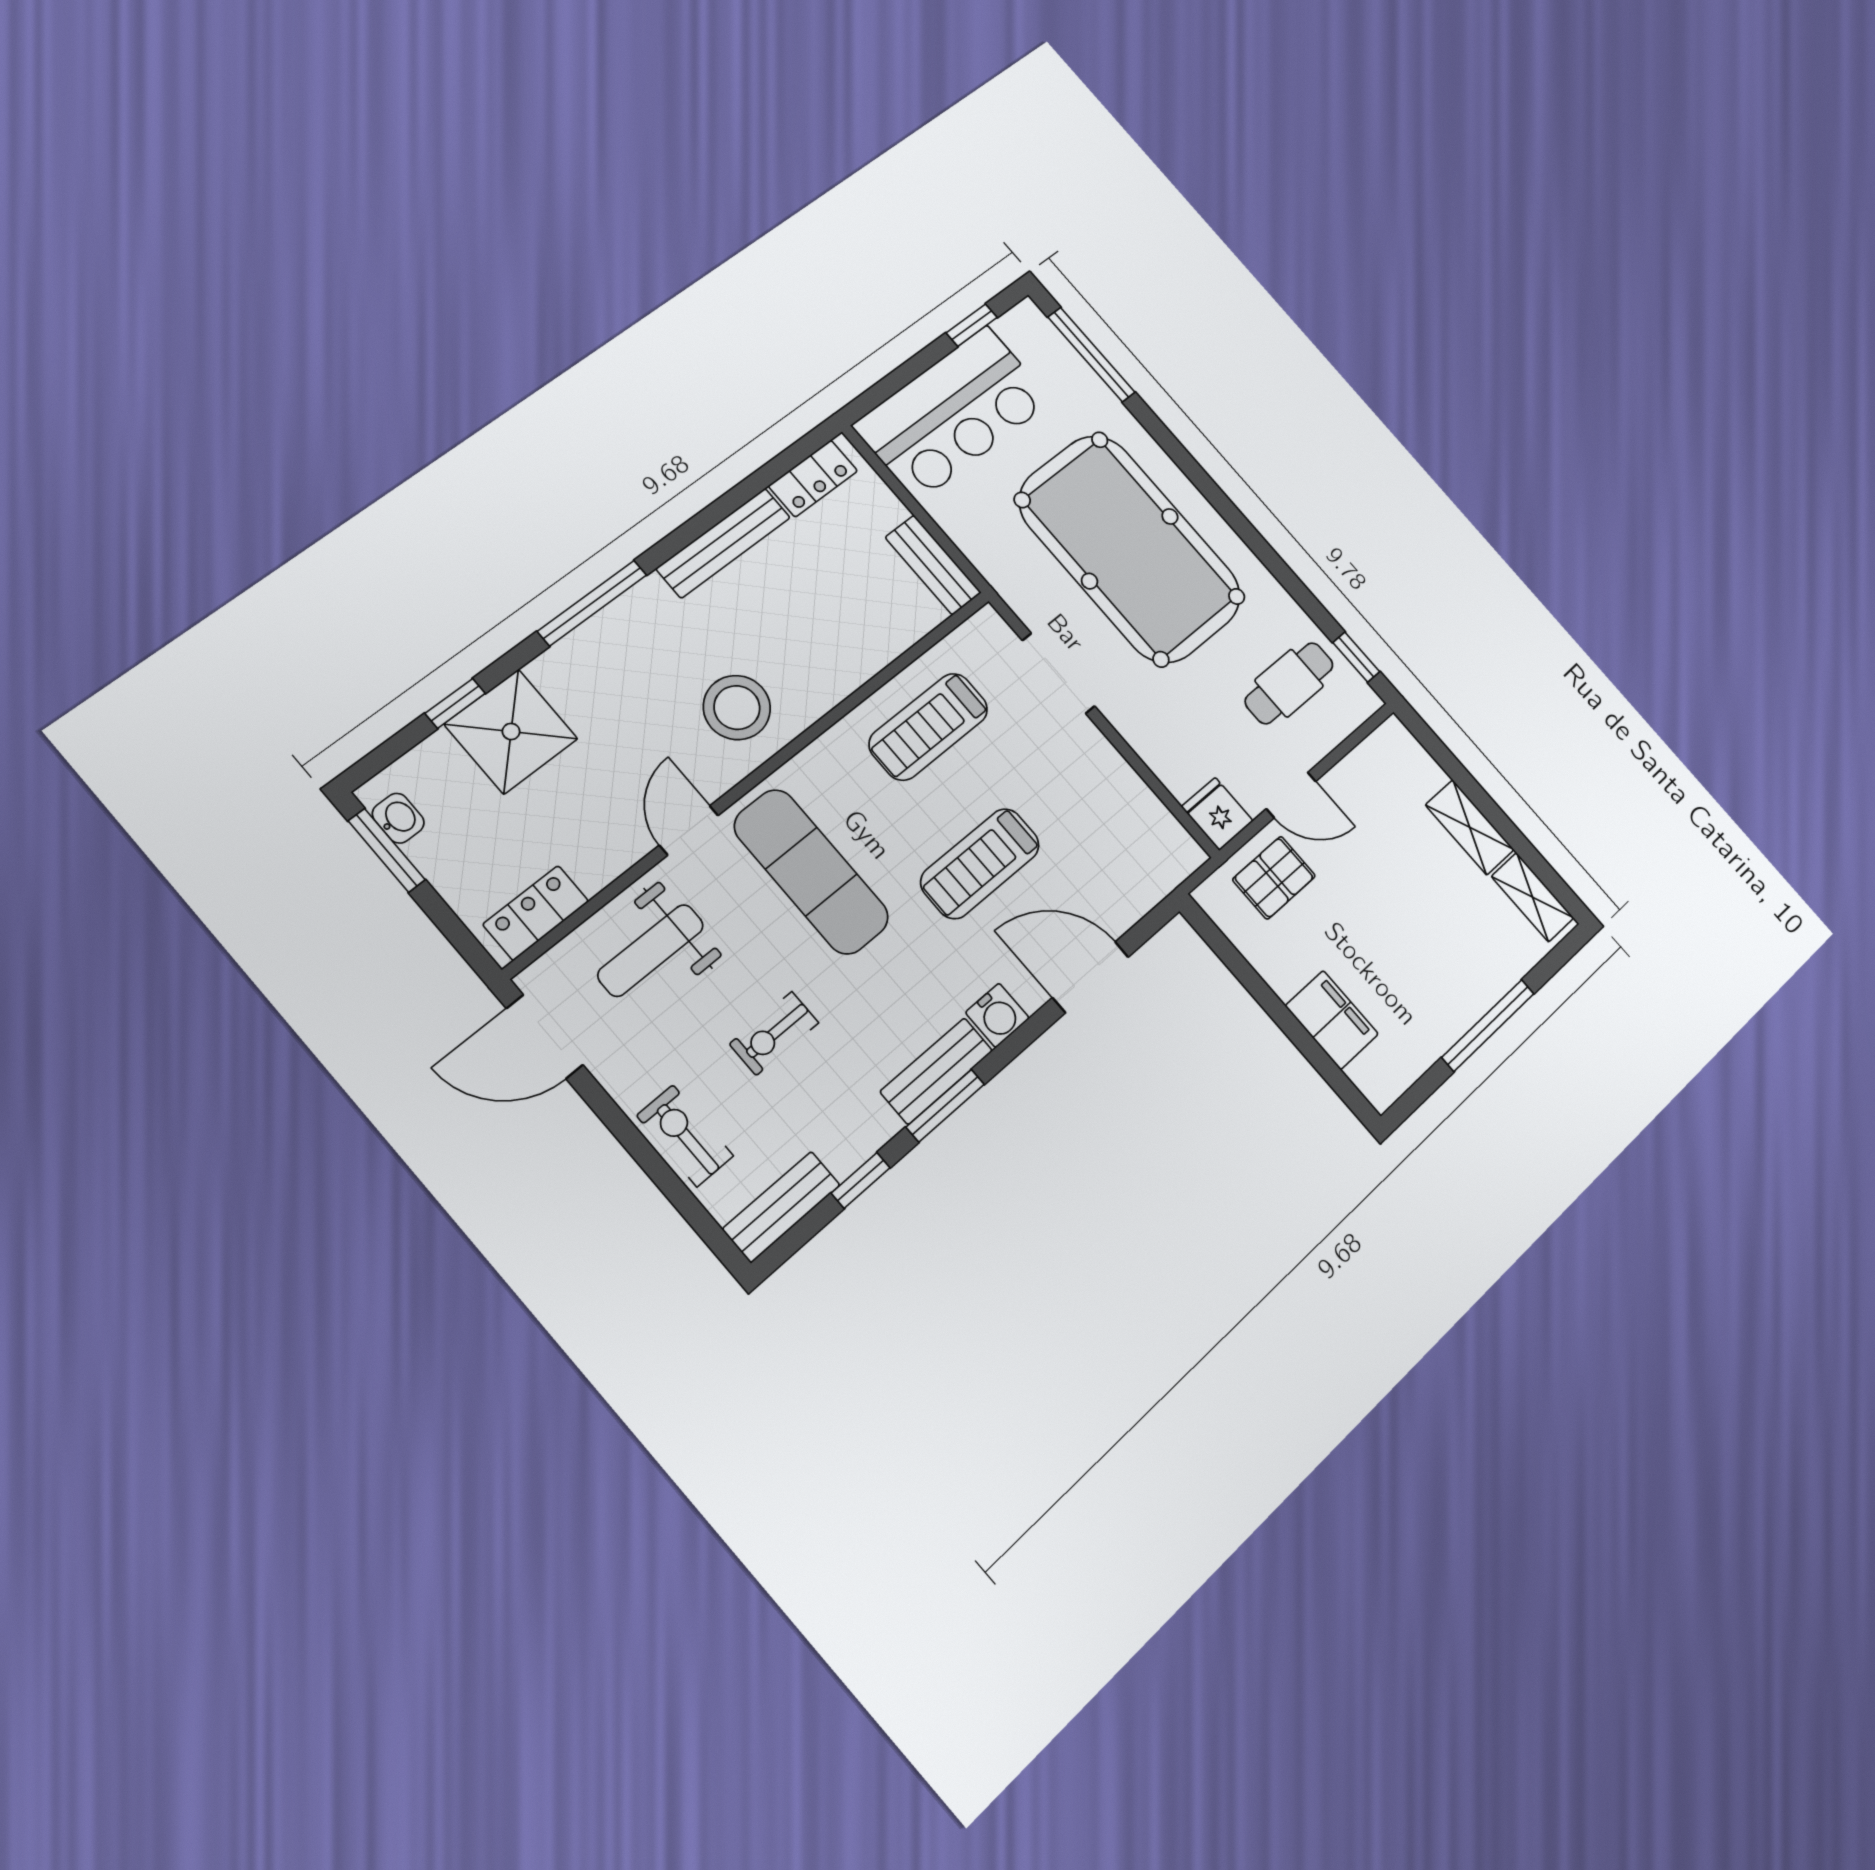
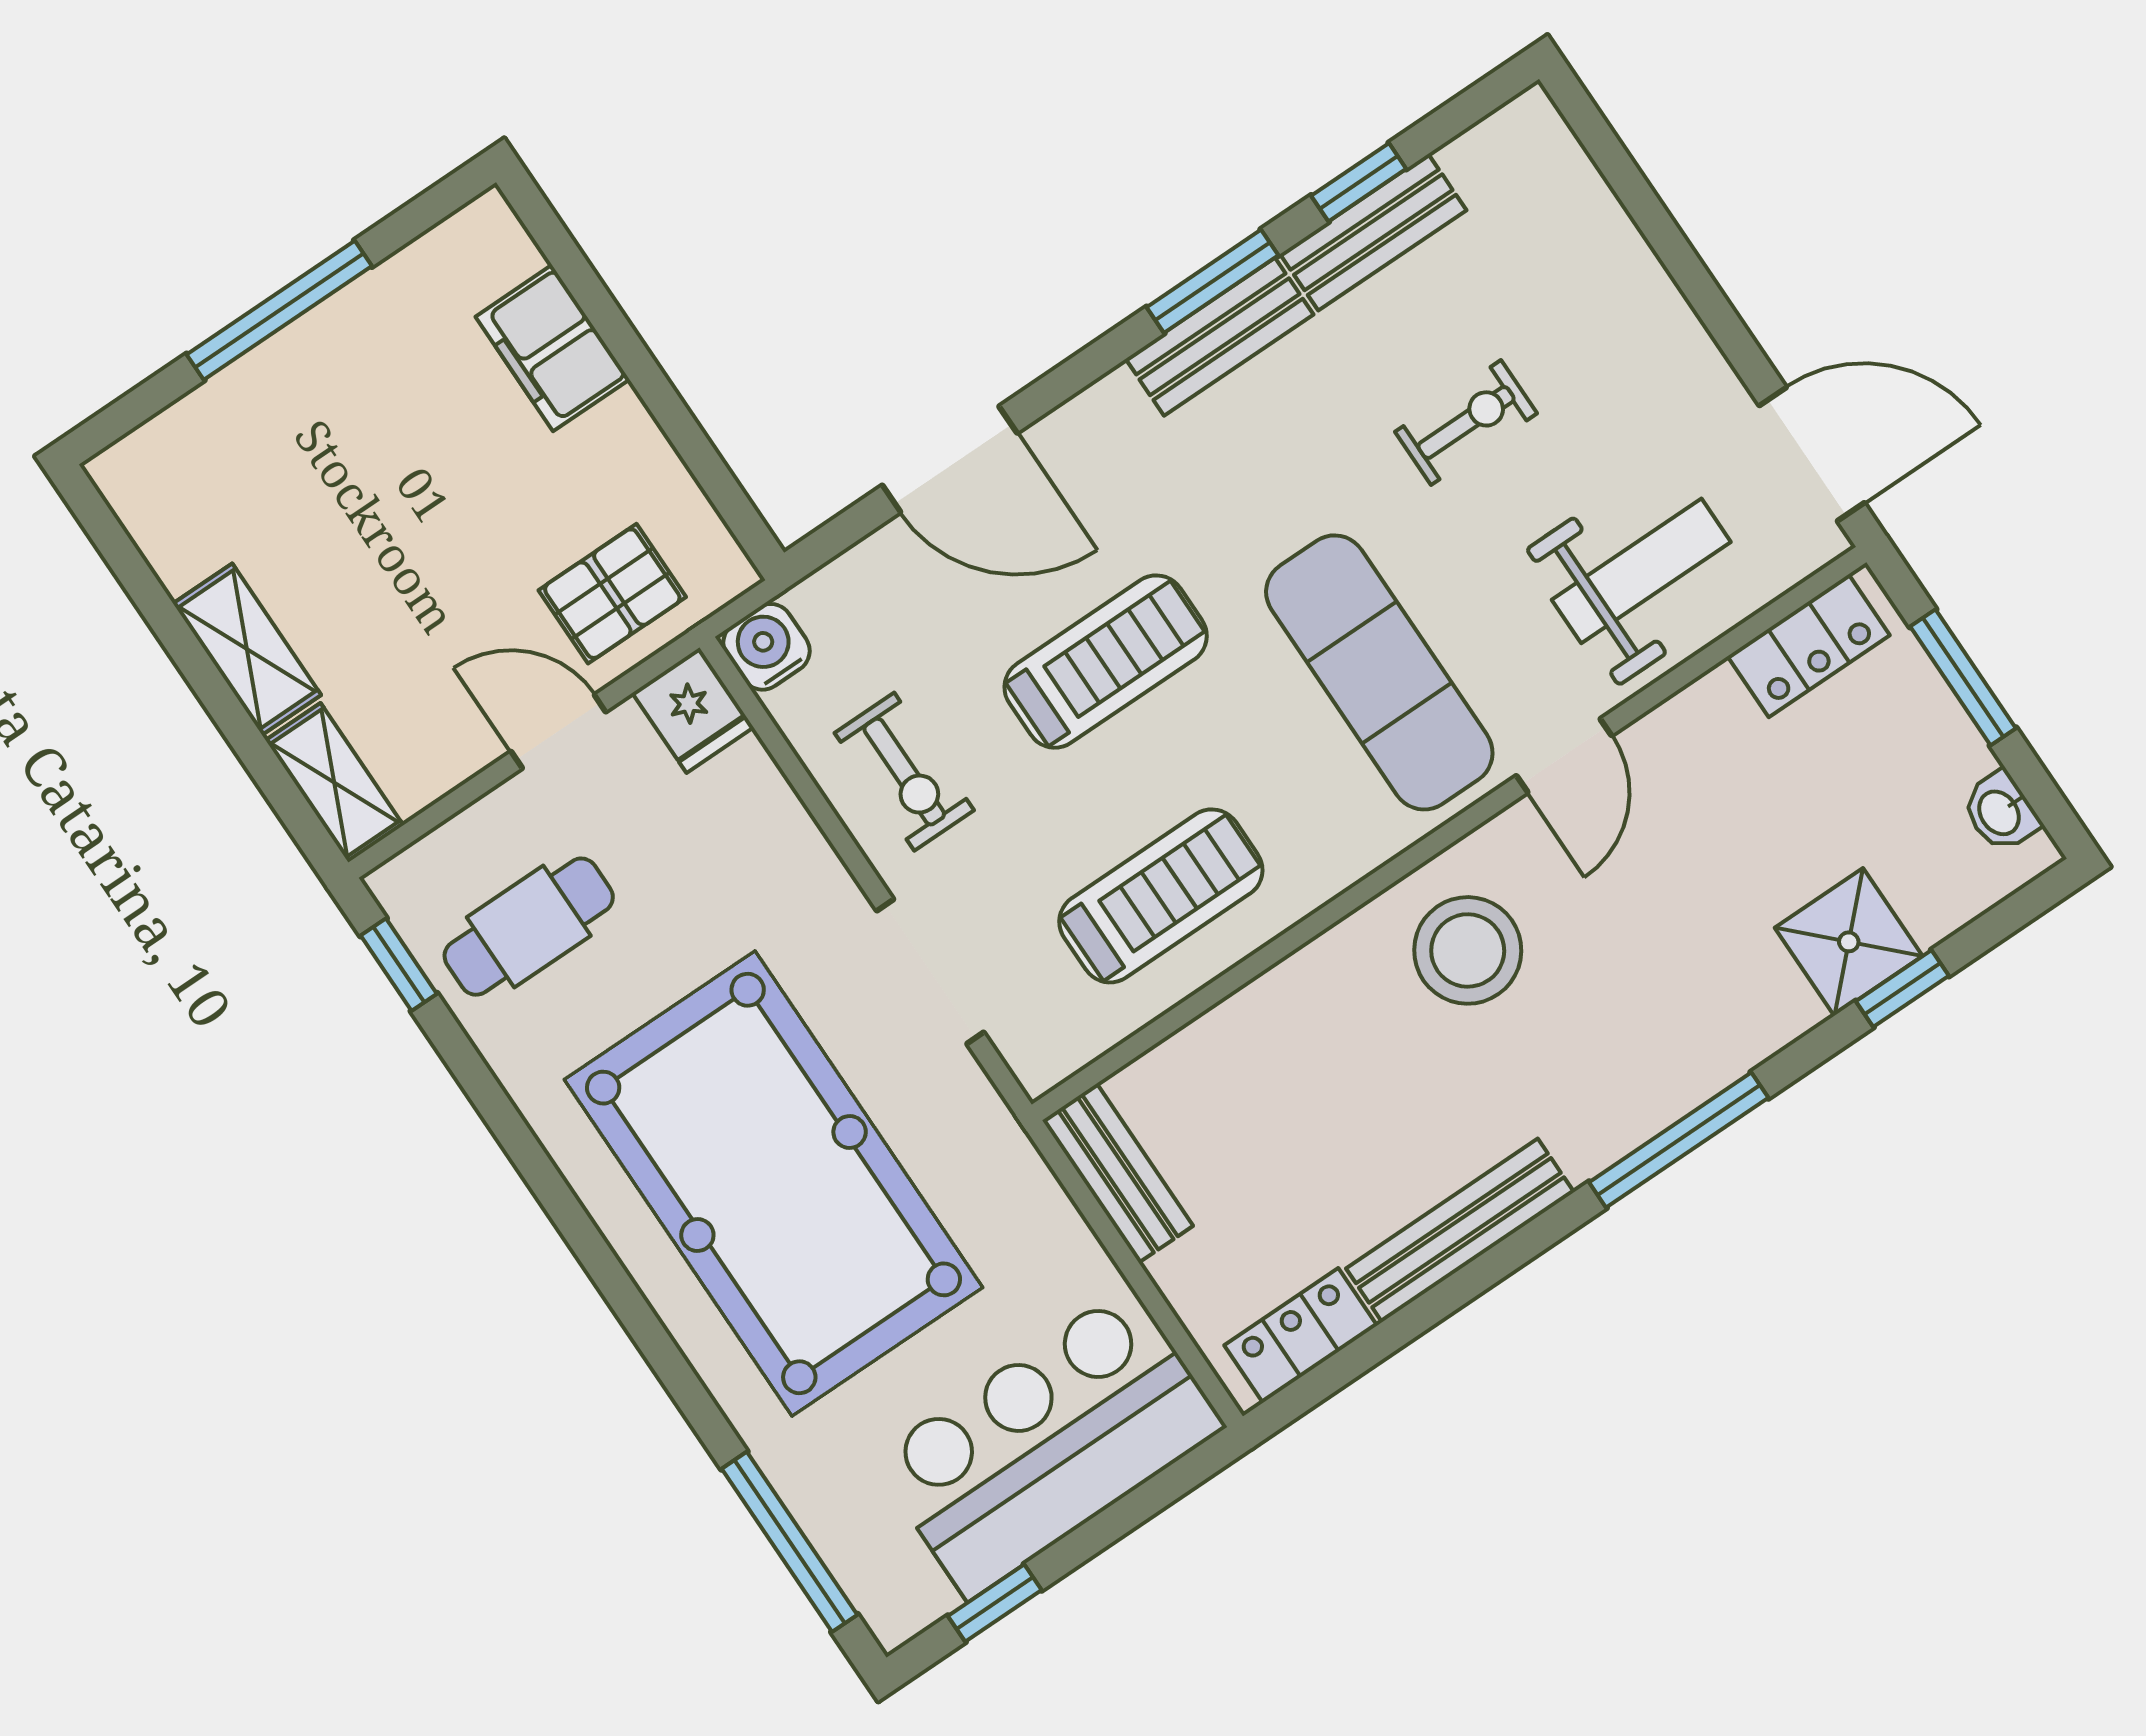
shower: (511, 732) -> (1849, 942), width x0.73, depth x0.73
window: (387, 850) -> (1963, 677), moved
shelving: (1533, 897) -> (334, 783), moved
water cooler: (997, 1015) -> (766, 647), moved
exercise bike: (685, 1136) -> (904, 772), moved
bench: (781, 1207) -> (1373, 232), moved

